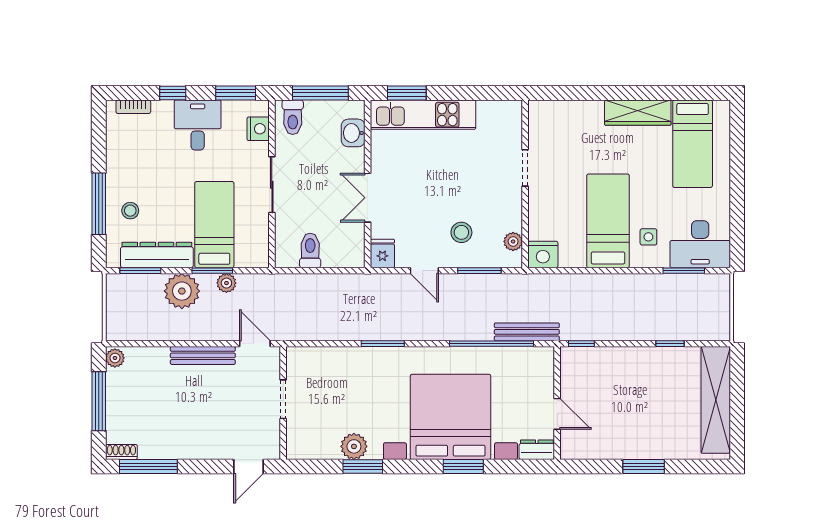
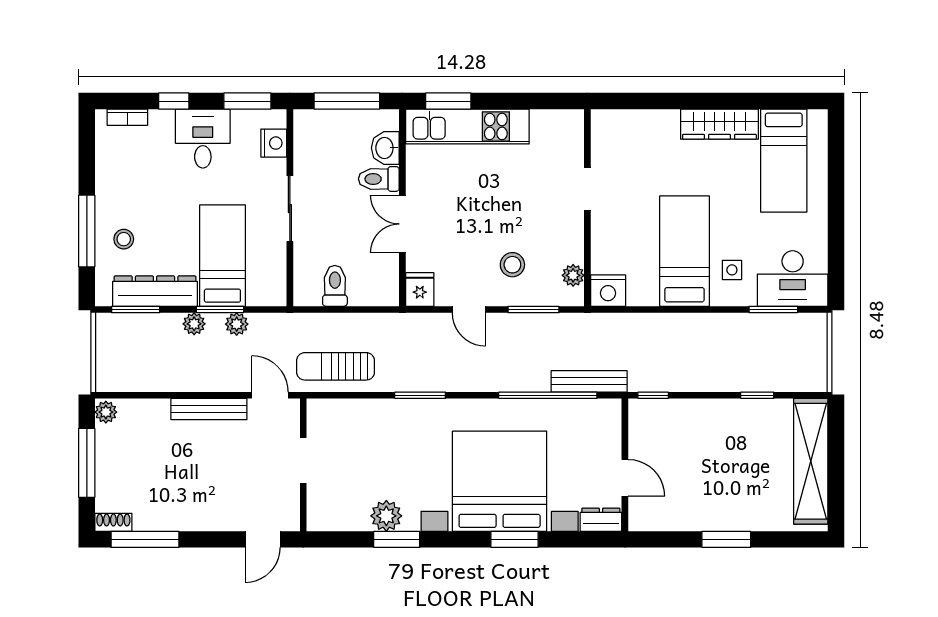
toilet: (293, 117) -> (379, 179), moved, turned 90
plant: (182, 291) -> (194, 324), width x0.53, depth x0.53
sun lounger: (311, 319) -> (336, 366), added

